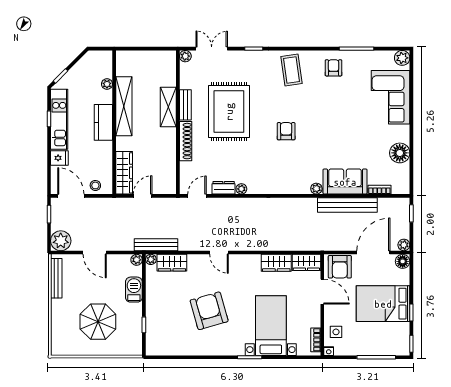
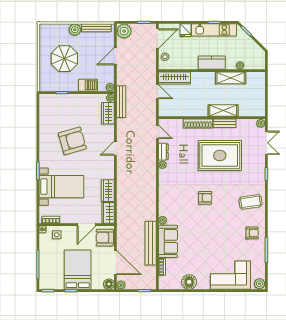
shelving: (124, 106) -> (231, 78), width x0.68
plant: (59, 307) -> (75, 30), added

